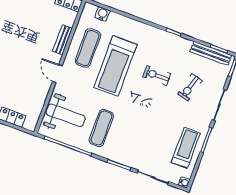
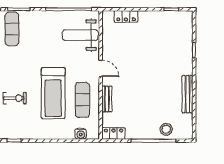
treadmill: (115, 66) -> (53, 93), turned 180
exercise mat: (101, 128) -> (12, 29), moved

